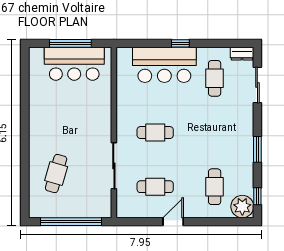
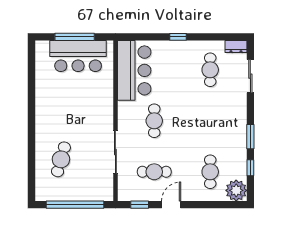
bar counter: (164, 65) -> (134, 70), moved, turned -90
cafe table: (155, 133) -> (154, 121), turned 90
window: (257, 196) -> (250, 168), moved
window: (140, 222) -> (140, 205), added

